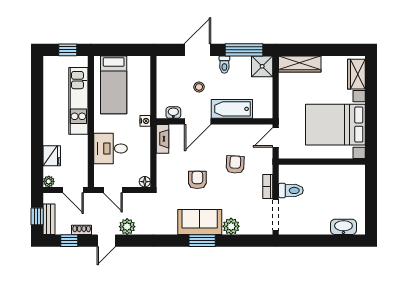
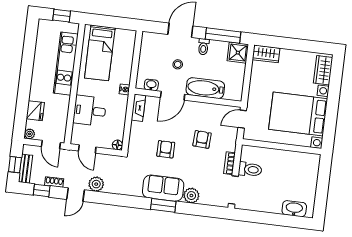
wardrobe: (300, 64) -> (266, 54), width x0.67

